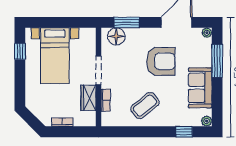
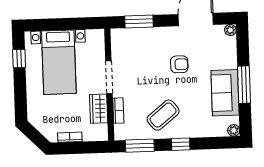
floor lamp: (116, 36) -> (128, 38), removed
armchair: (161, 61) -> (179, 64), width x0.53, depth x0.53
window: (217, 61) -> (244, 85), moved
window: (123, 132) -> (140, 146), added
window: (184, 132) -> (181, 144), moved

